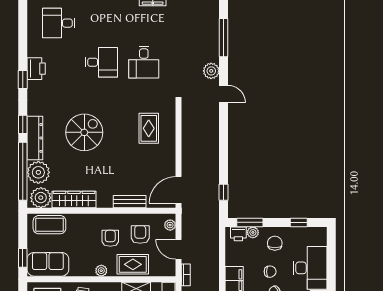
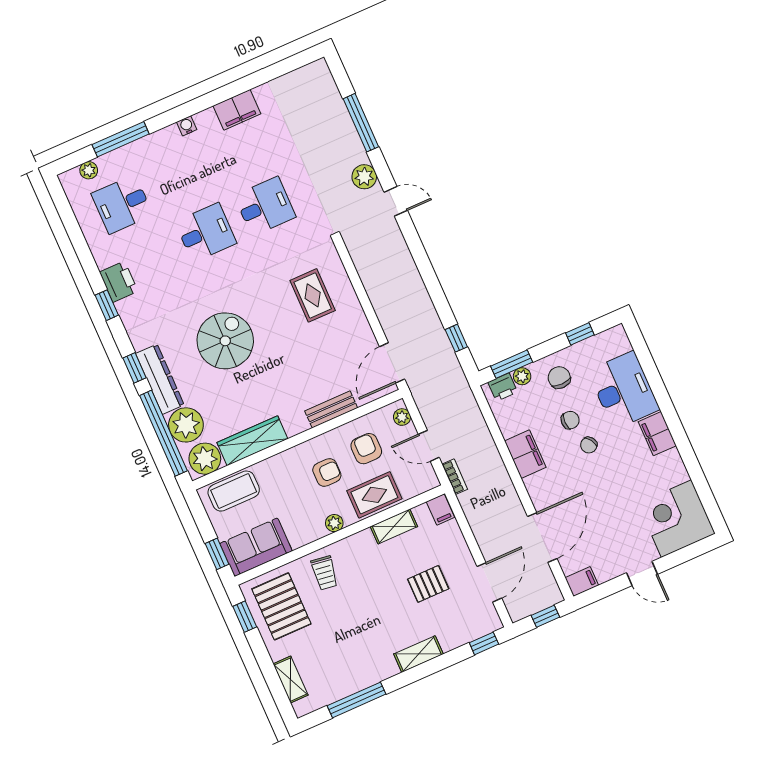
desk: (144, 62) -> (265, 206), turned -90
armchair: (110, 238) -> (327, 472), turned 90

